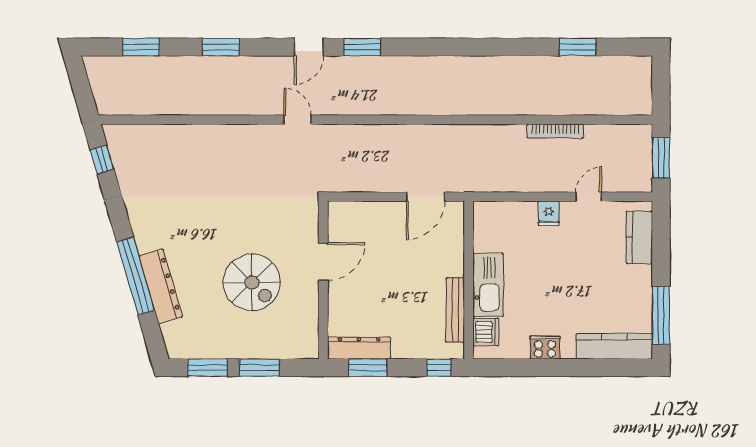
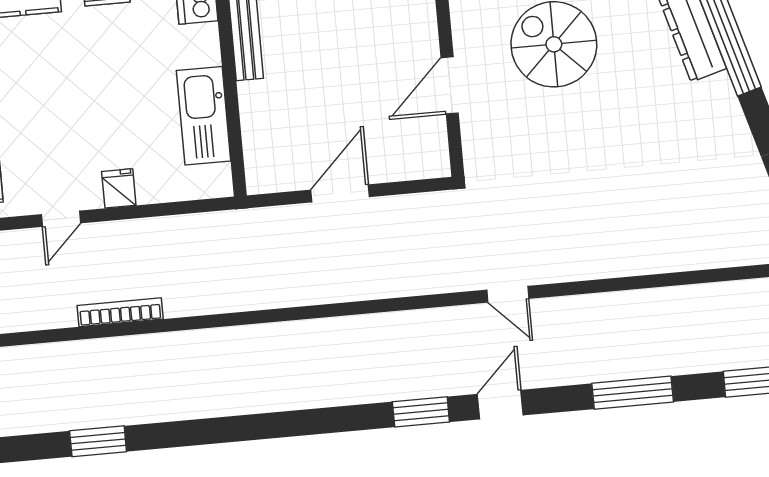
window: (221, 47) -> (633, 393), width x1.44
door: (426, 197) -> (340, 193), moved
kitchen sink: (488, 285) -> (204, 116), moved

